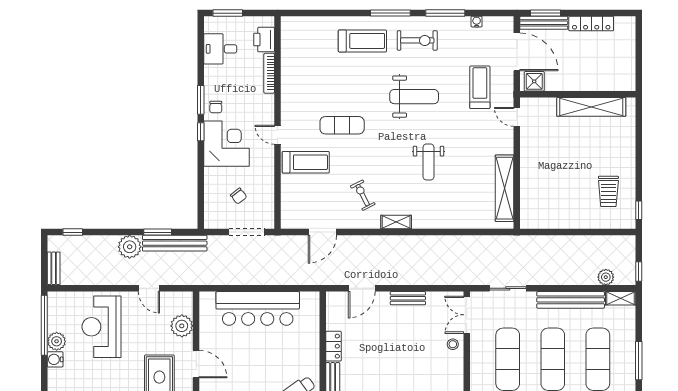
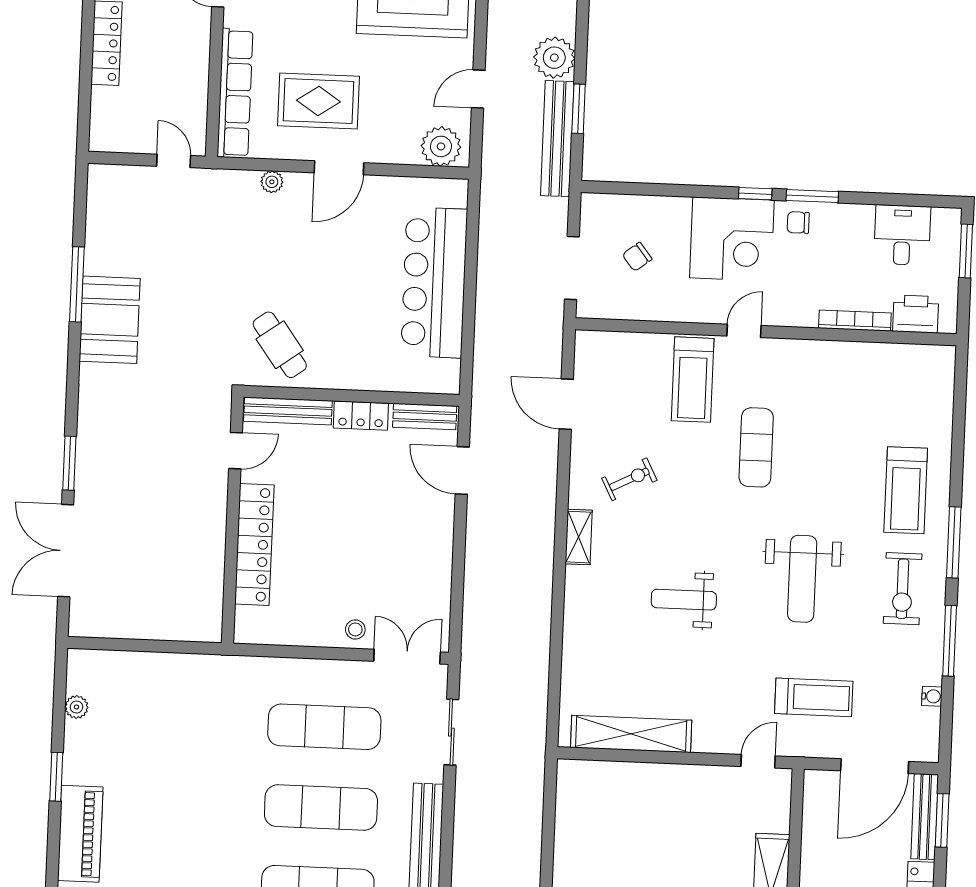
shower: (534, 81) -> (820, 795), removed
bench: (408, 298) -> (425, 417), moved, turned 90
plant: (182, 326) -> (441, 146), moved

